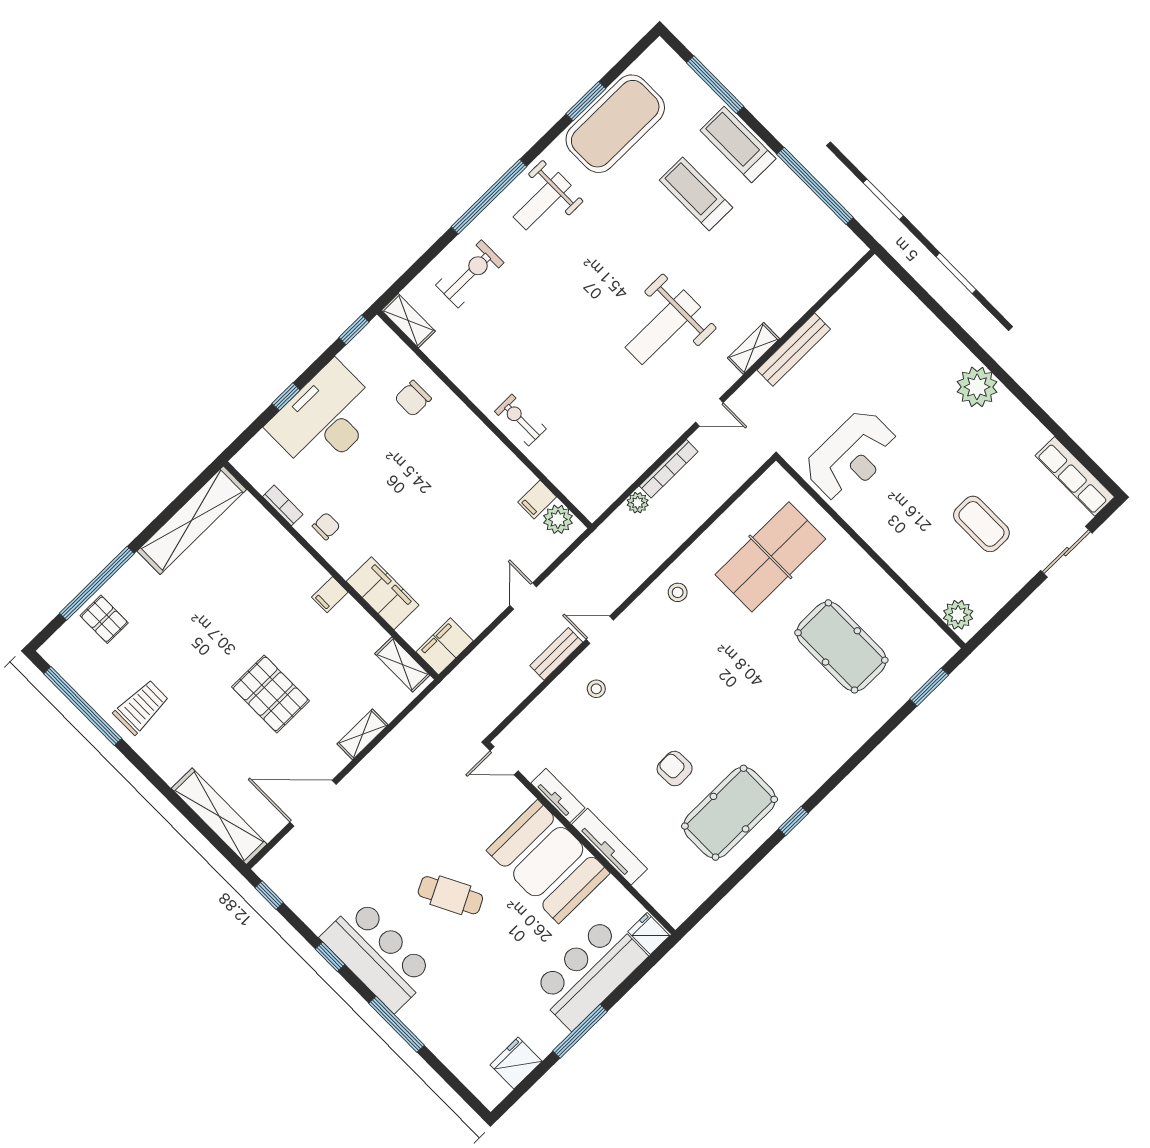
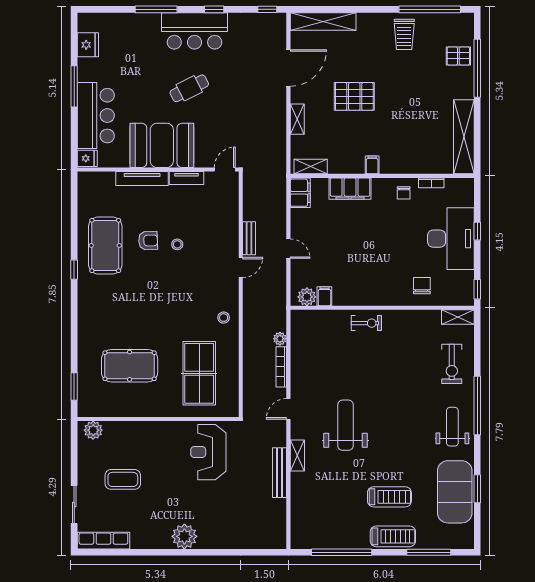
stool: (596, 689) -> (177, 244), moved

